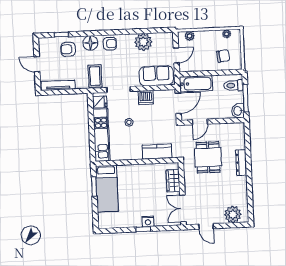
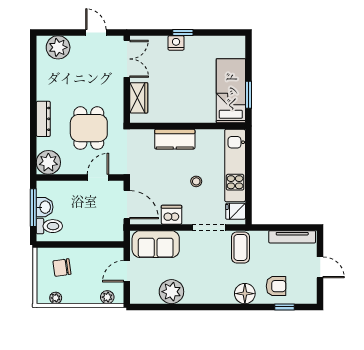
armchair: (110, 44) -> (218, 291), removed
bathtub: (196, 84) -> (101, 231), removed
door: (178, 103) -> (127, 205), swing flipped
washbasin: (238, 111) -> (45, 207), moved
plant: (236, 131) -> (48, 162), added
kitchen counter: (157, 152) -> (175, 139), moved

